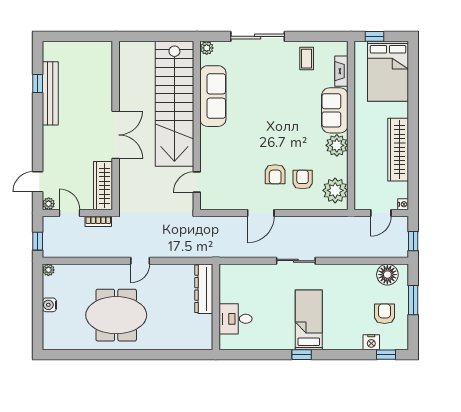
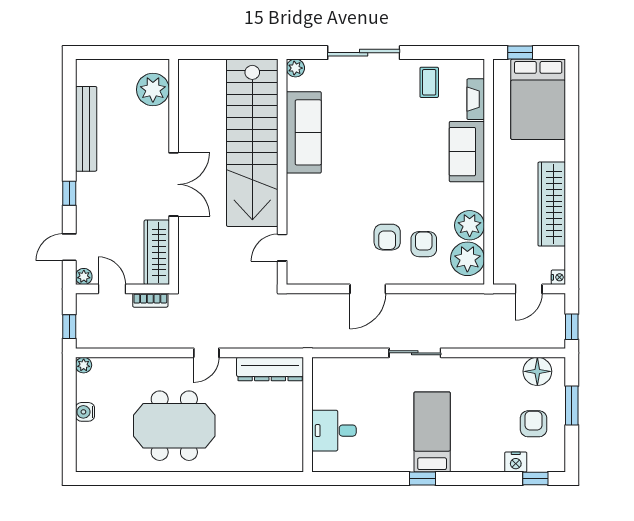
plant: (100, 64) -> (153, 90), added
window: (38, 84) -> (69, 193), moved
plant: (337, 145) -> (470, 225), moved
dresser: (204, 289) -> (270, 369), moved, turned -90

